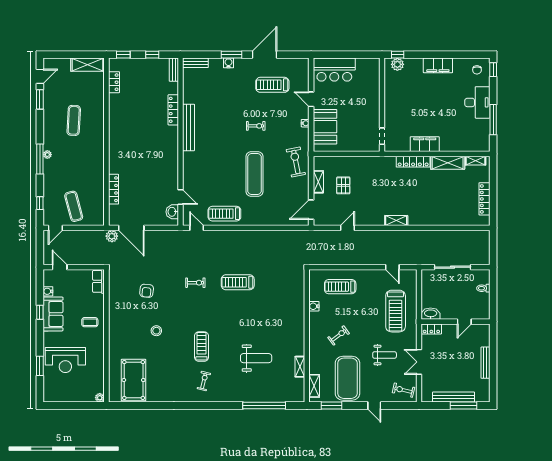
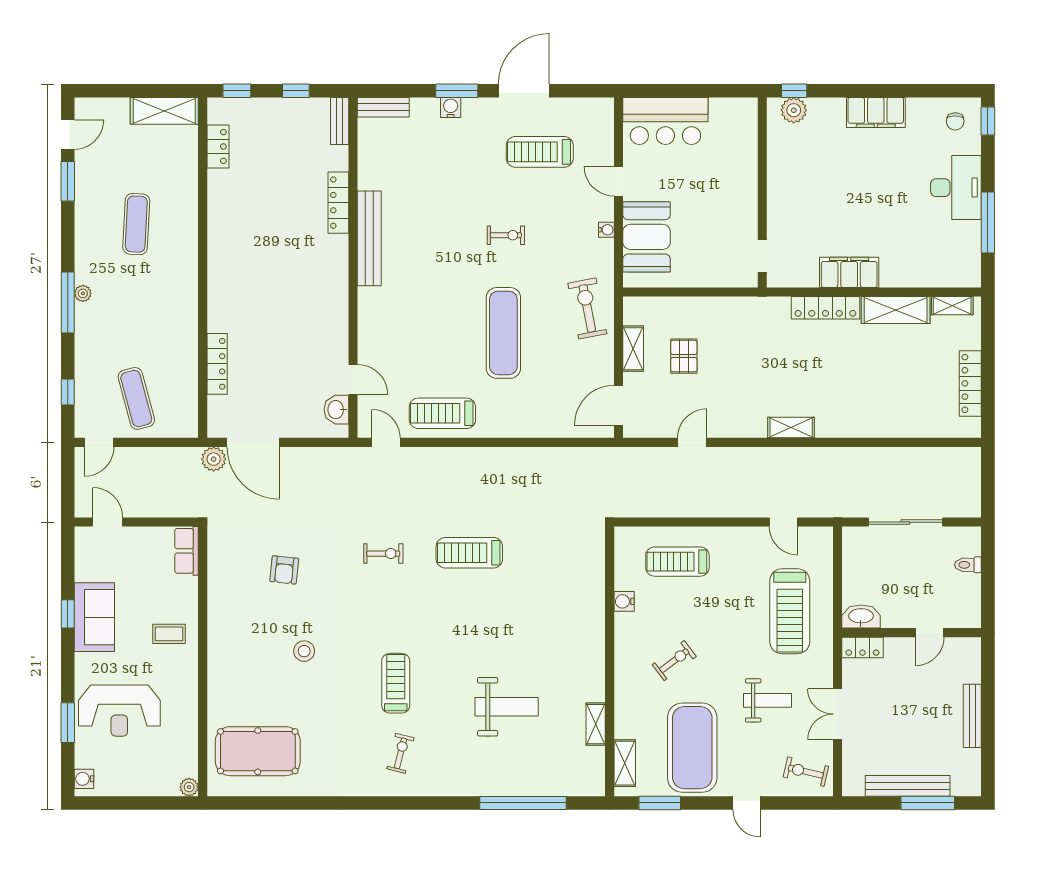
water cooler: (48, 291) -> (84, 779), moved
pool table: (134, 380) -> (258, 751), turned 90

